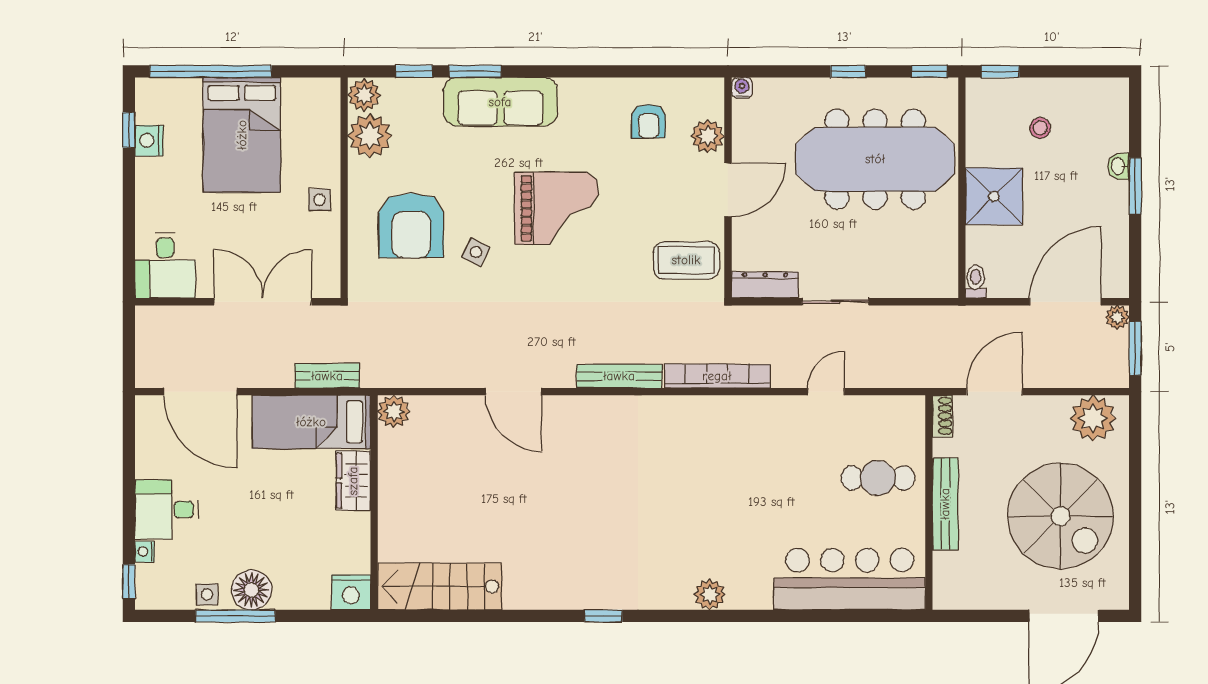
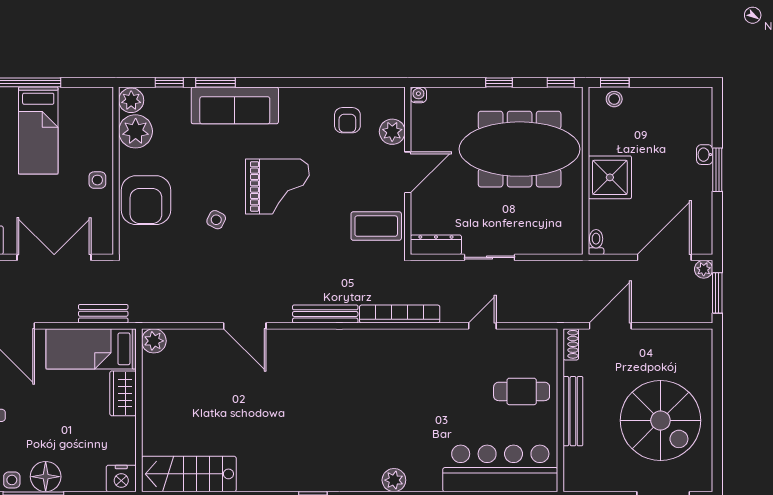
stool: (1040, 128) -> (614, 99), moved
bed: (242, 135) -> (38, 131), width x0.67
armchair: (411, 225) -> (146, 200), moved
plant: (1093, 418) -> (685, 346), removed

